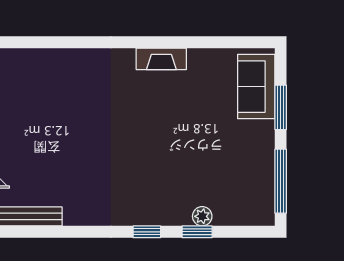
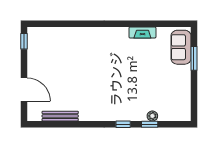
fireplace: (161, 59) -> (142, 33), moved
window: (281, 181) -> (194, 97), removed

